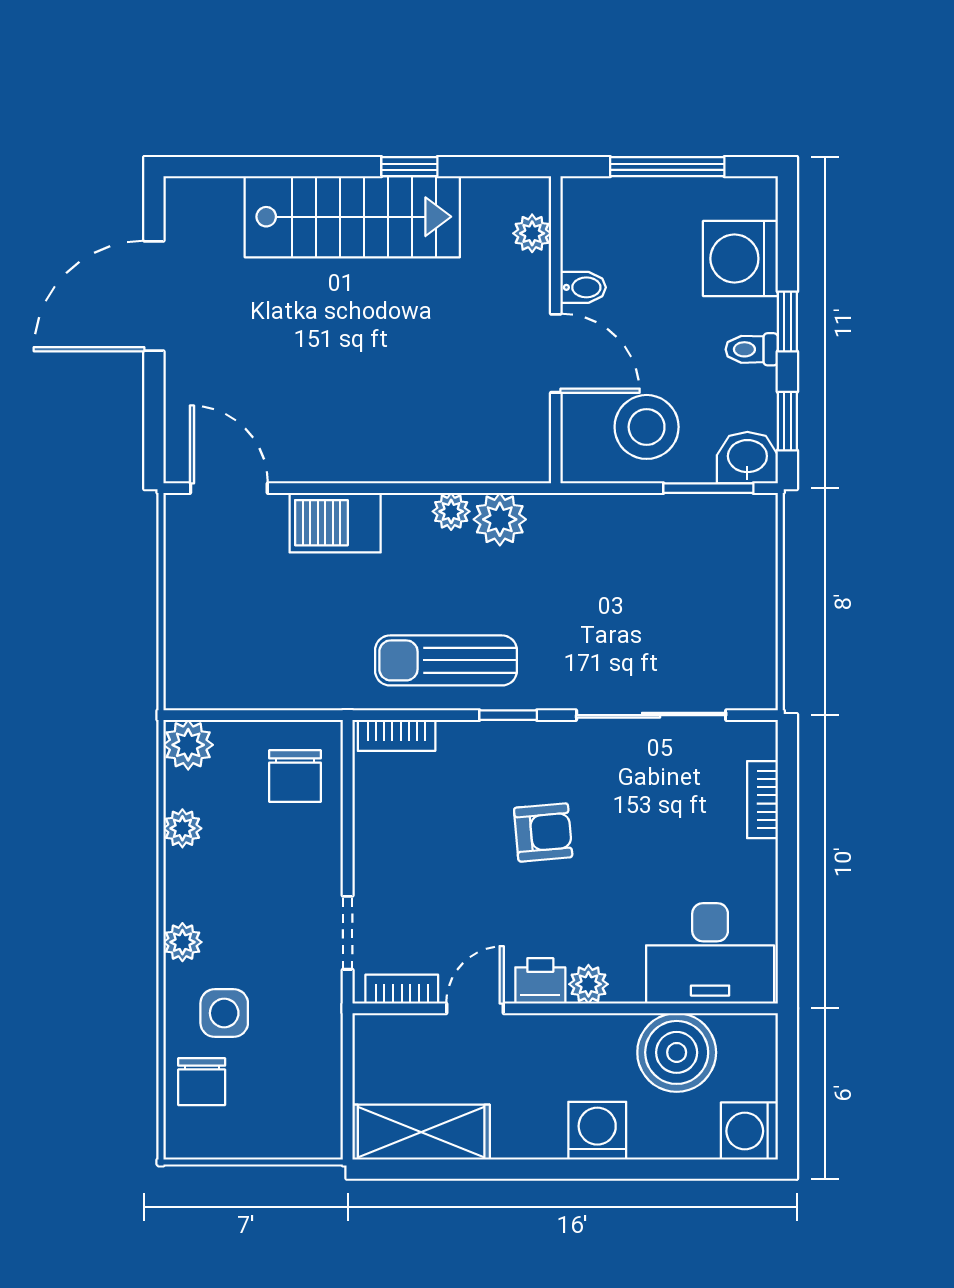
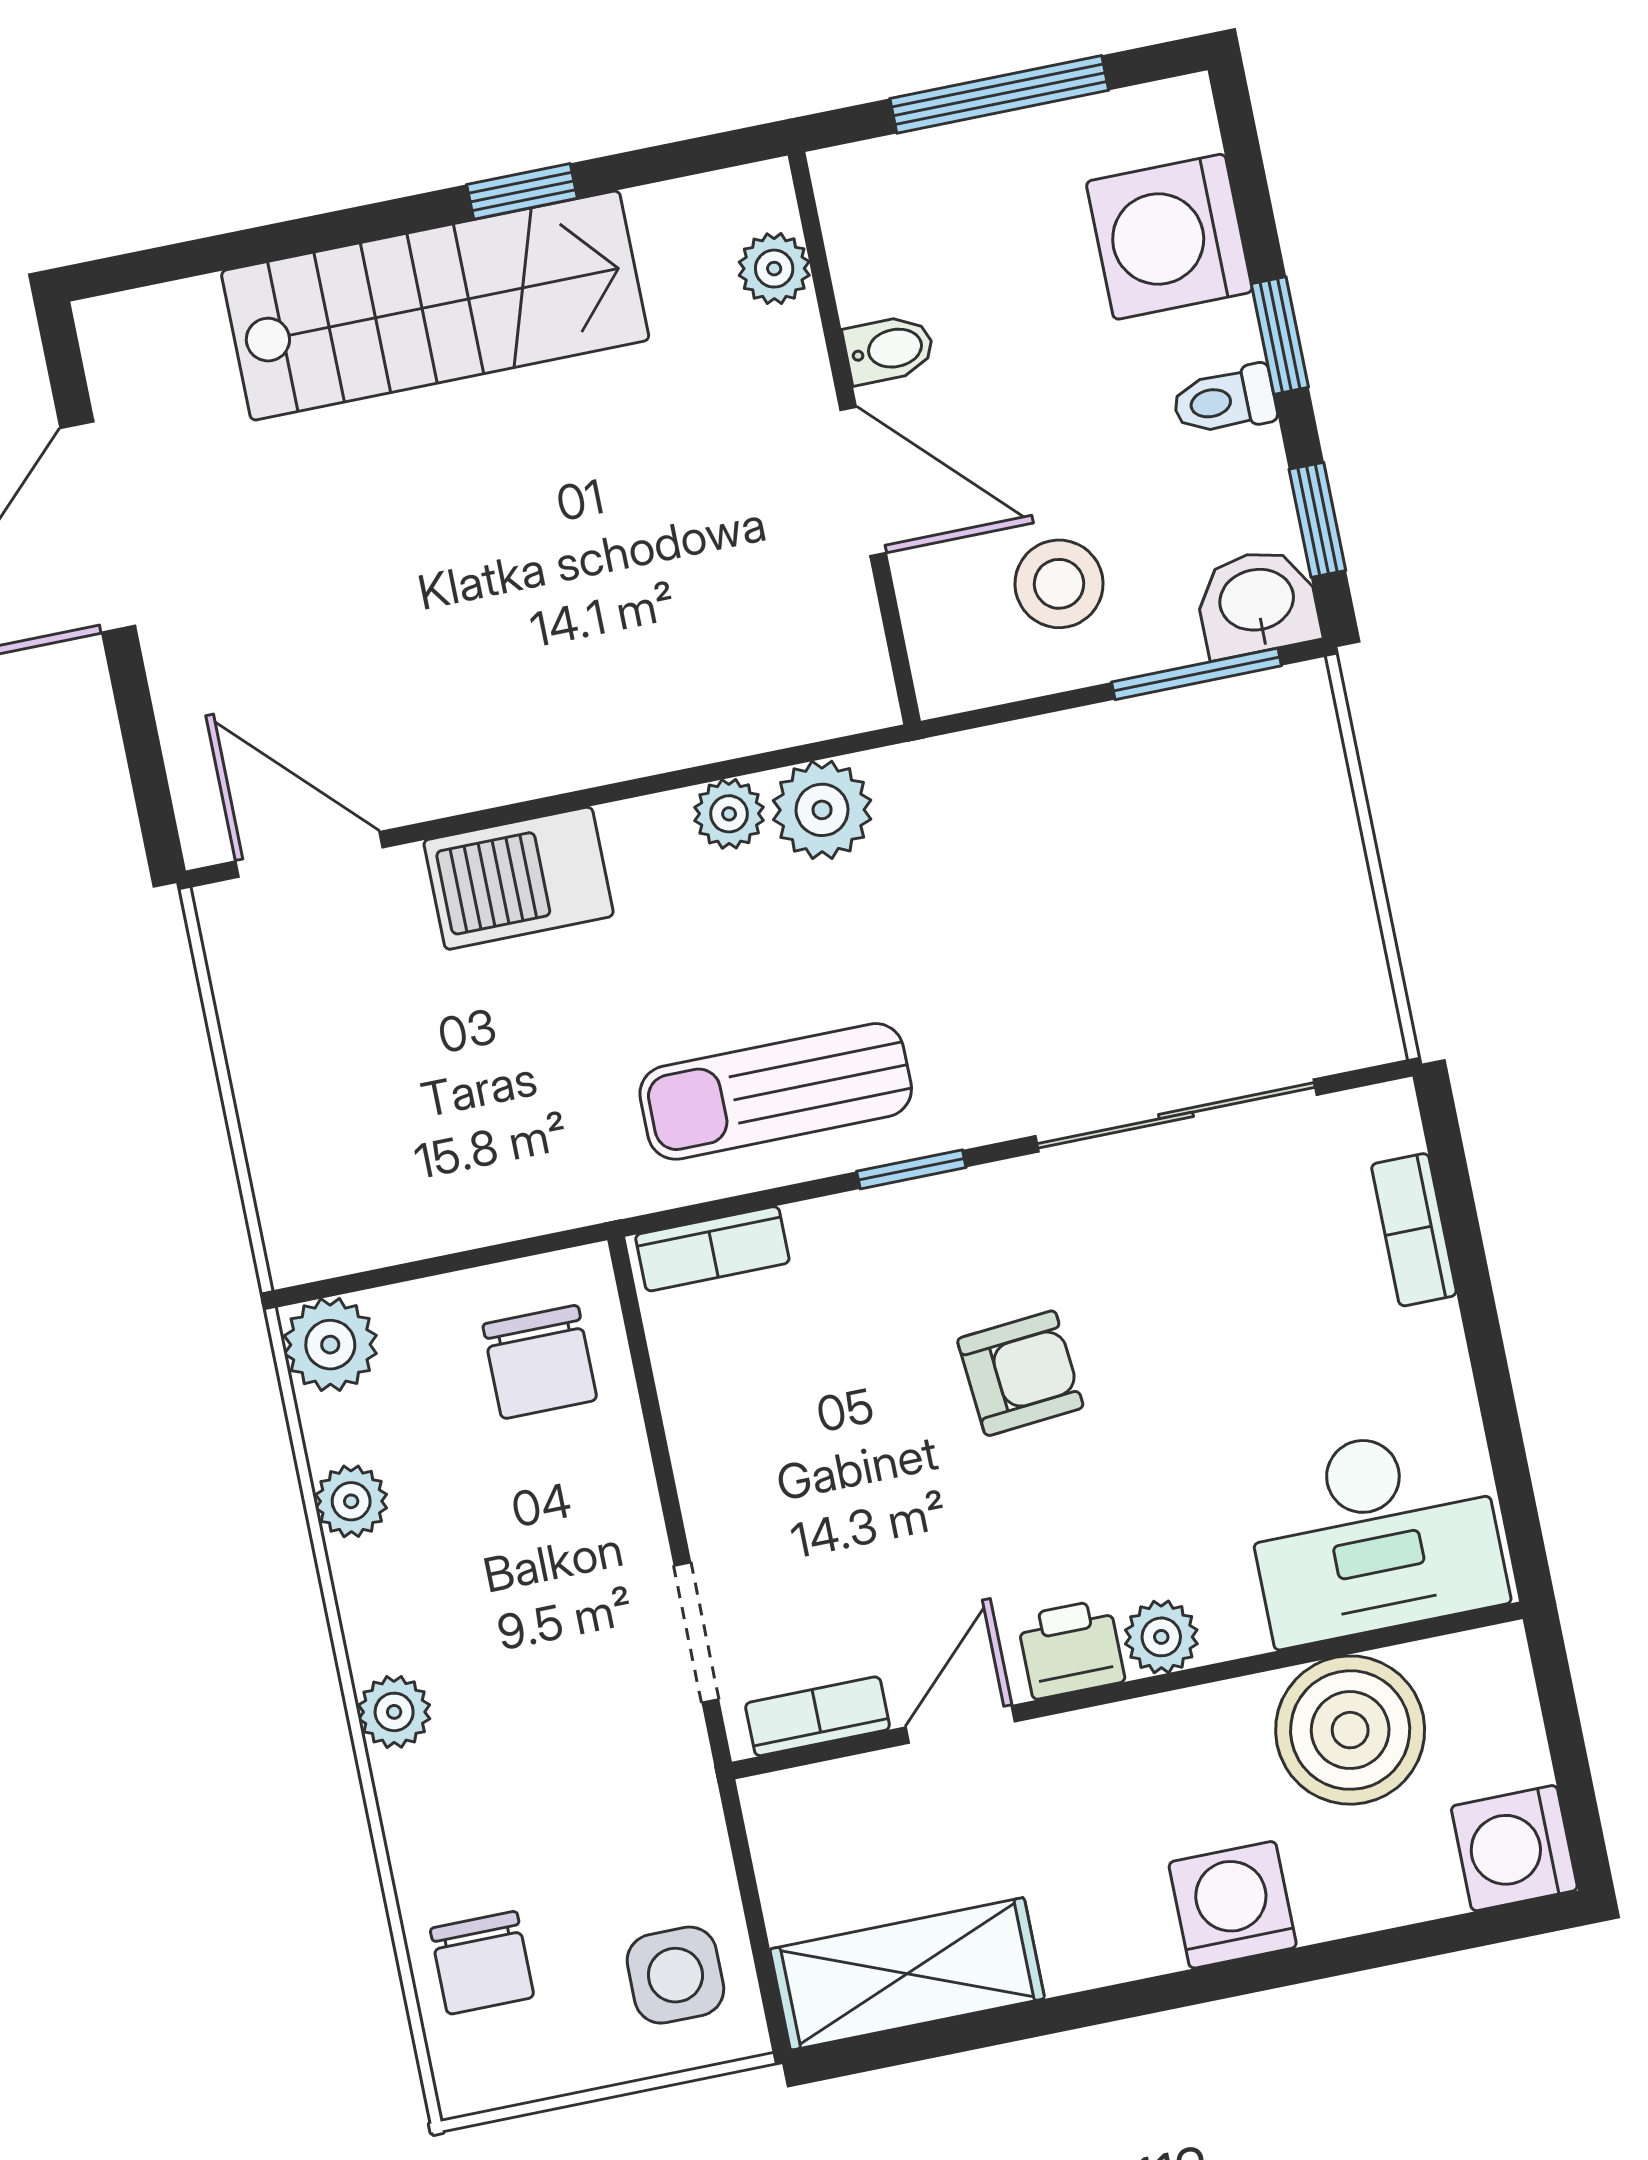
stool: (647, 427) -> (1059, 584), width x0.73, depth x0.73
side table: (224, 1013) -> (675, 1975), moved

